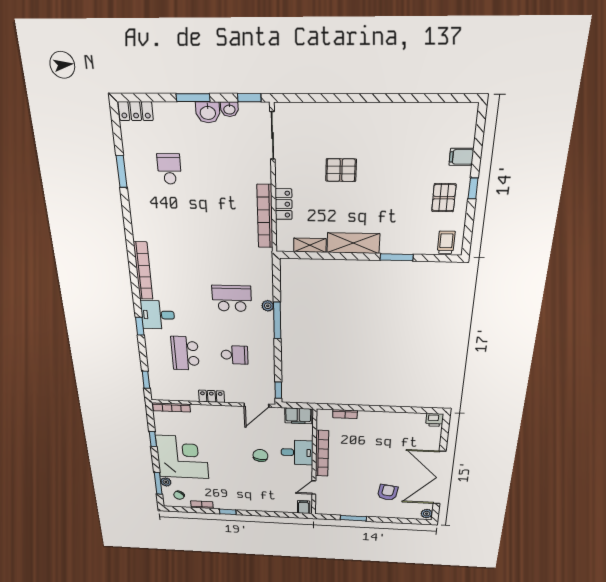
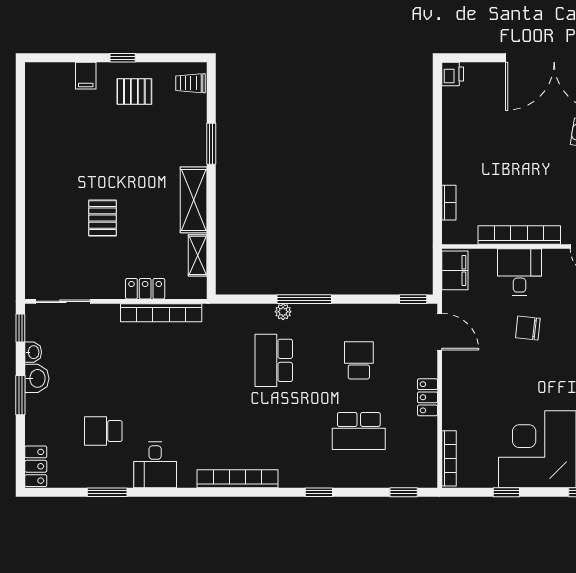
desk: (158, 315) -> (155, 465), moved

